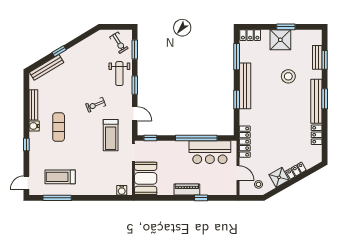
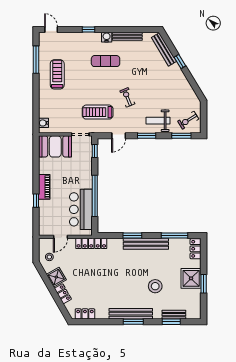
locker: (317, 135) -> (85, 314), moved
treadmill: (60, 177) -> (57, 74), moved

